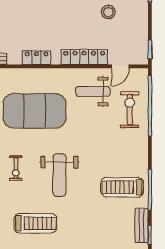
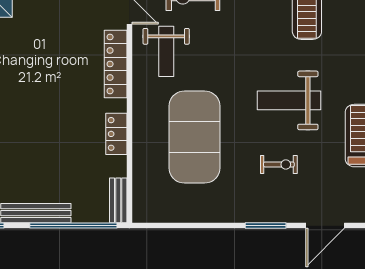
stool: (108, 12) -> (50, 28), removed
weight bench: (59, 175) -> (289, 100), turned 180

